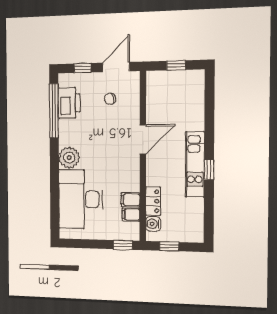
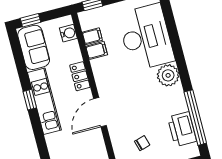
locker: (153, 201) -> (80, 76), moved
sofa: (191, 220) -> (34, 47), added
window: (169, 246) -> (30, 20), moved

